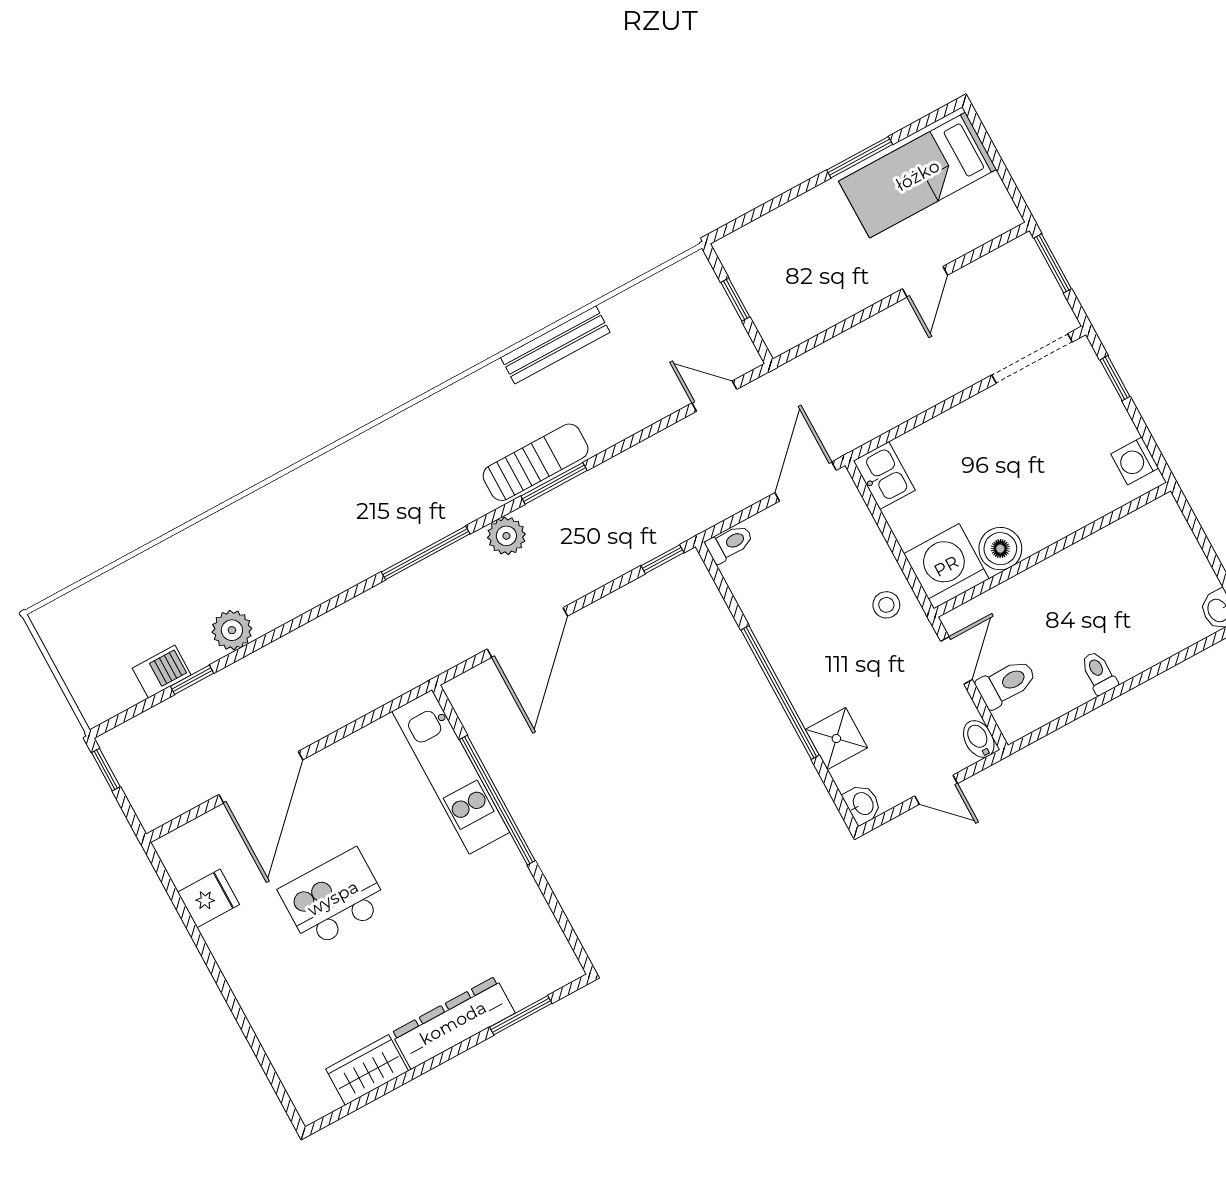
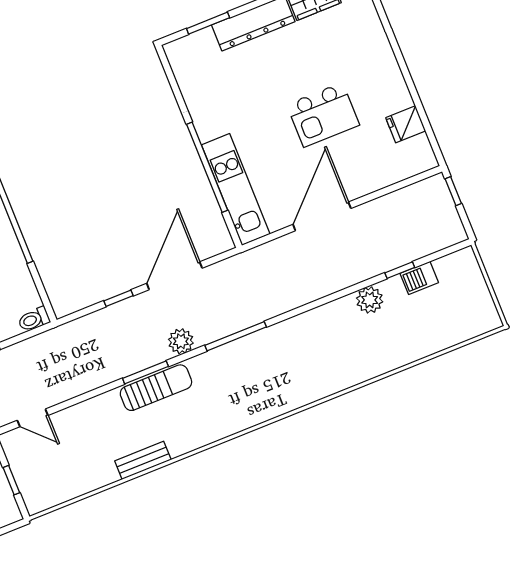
bench: (555, 345) -> (143, 460), width x0.73
sun lounger: (536, 462) -> (156, 388), turned 180
window: (662, 559) -> (118, 298), moved
window: (106, 770) -> (453, 191), moved
door: (261, 777) -> (322, 216), moved

